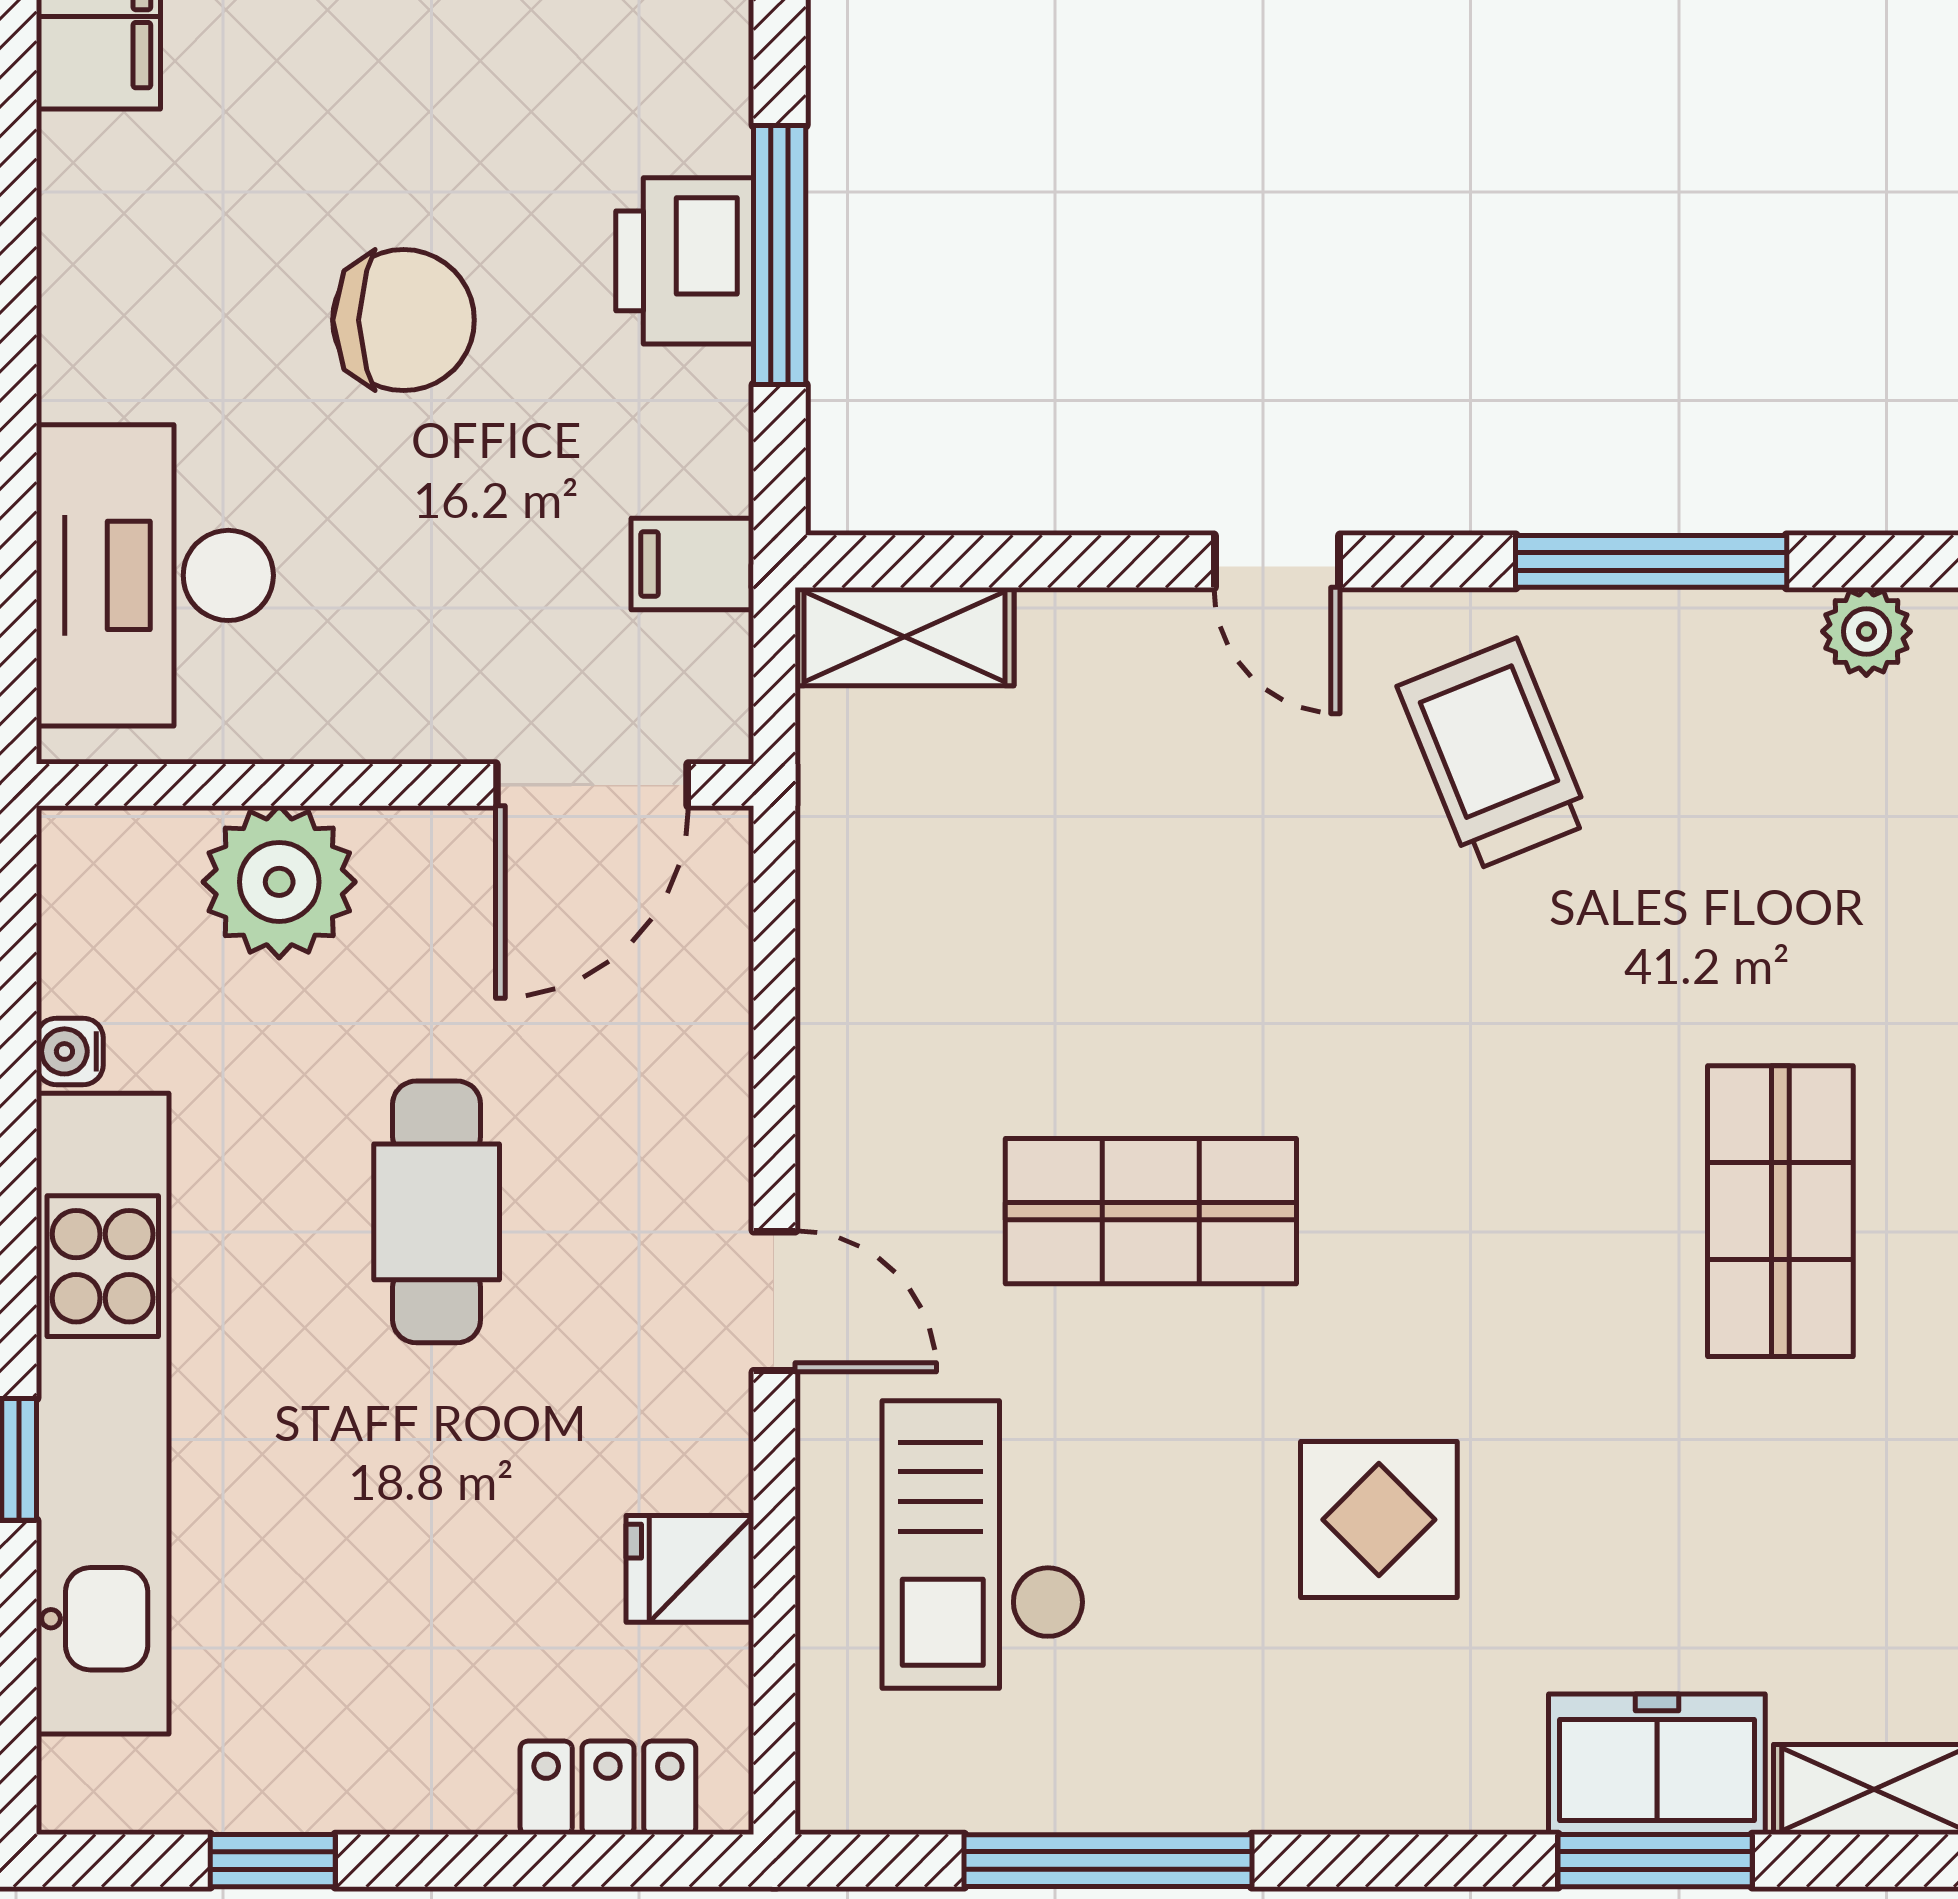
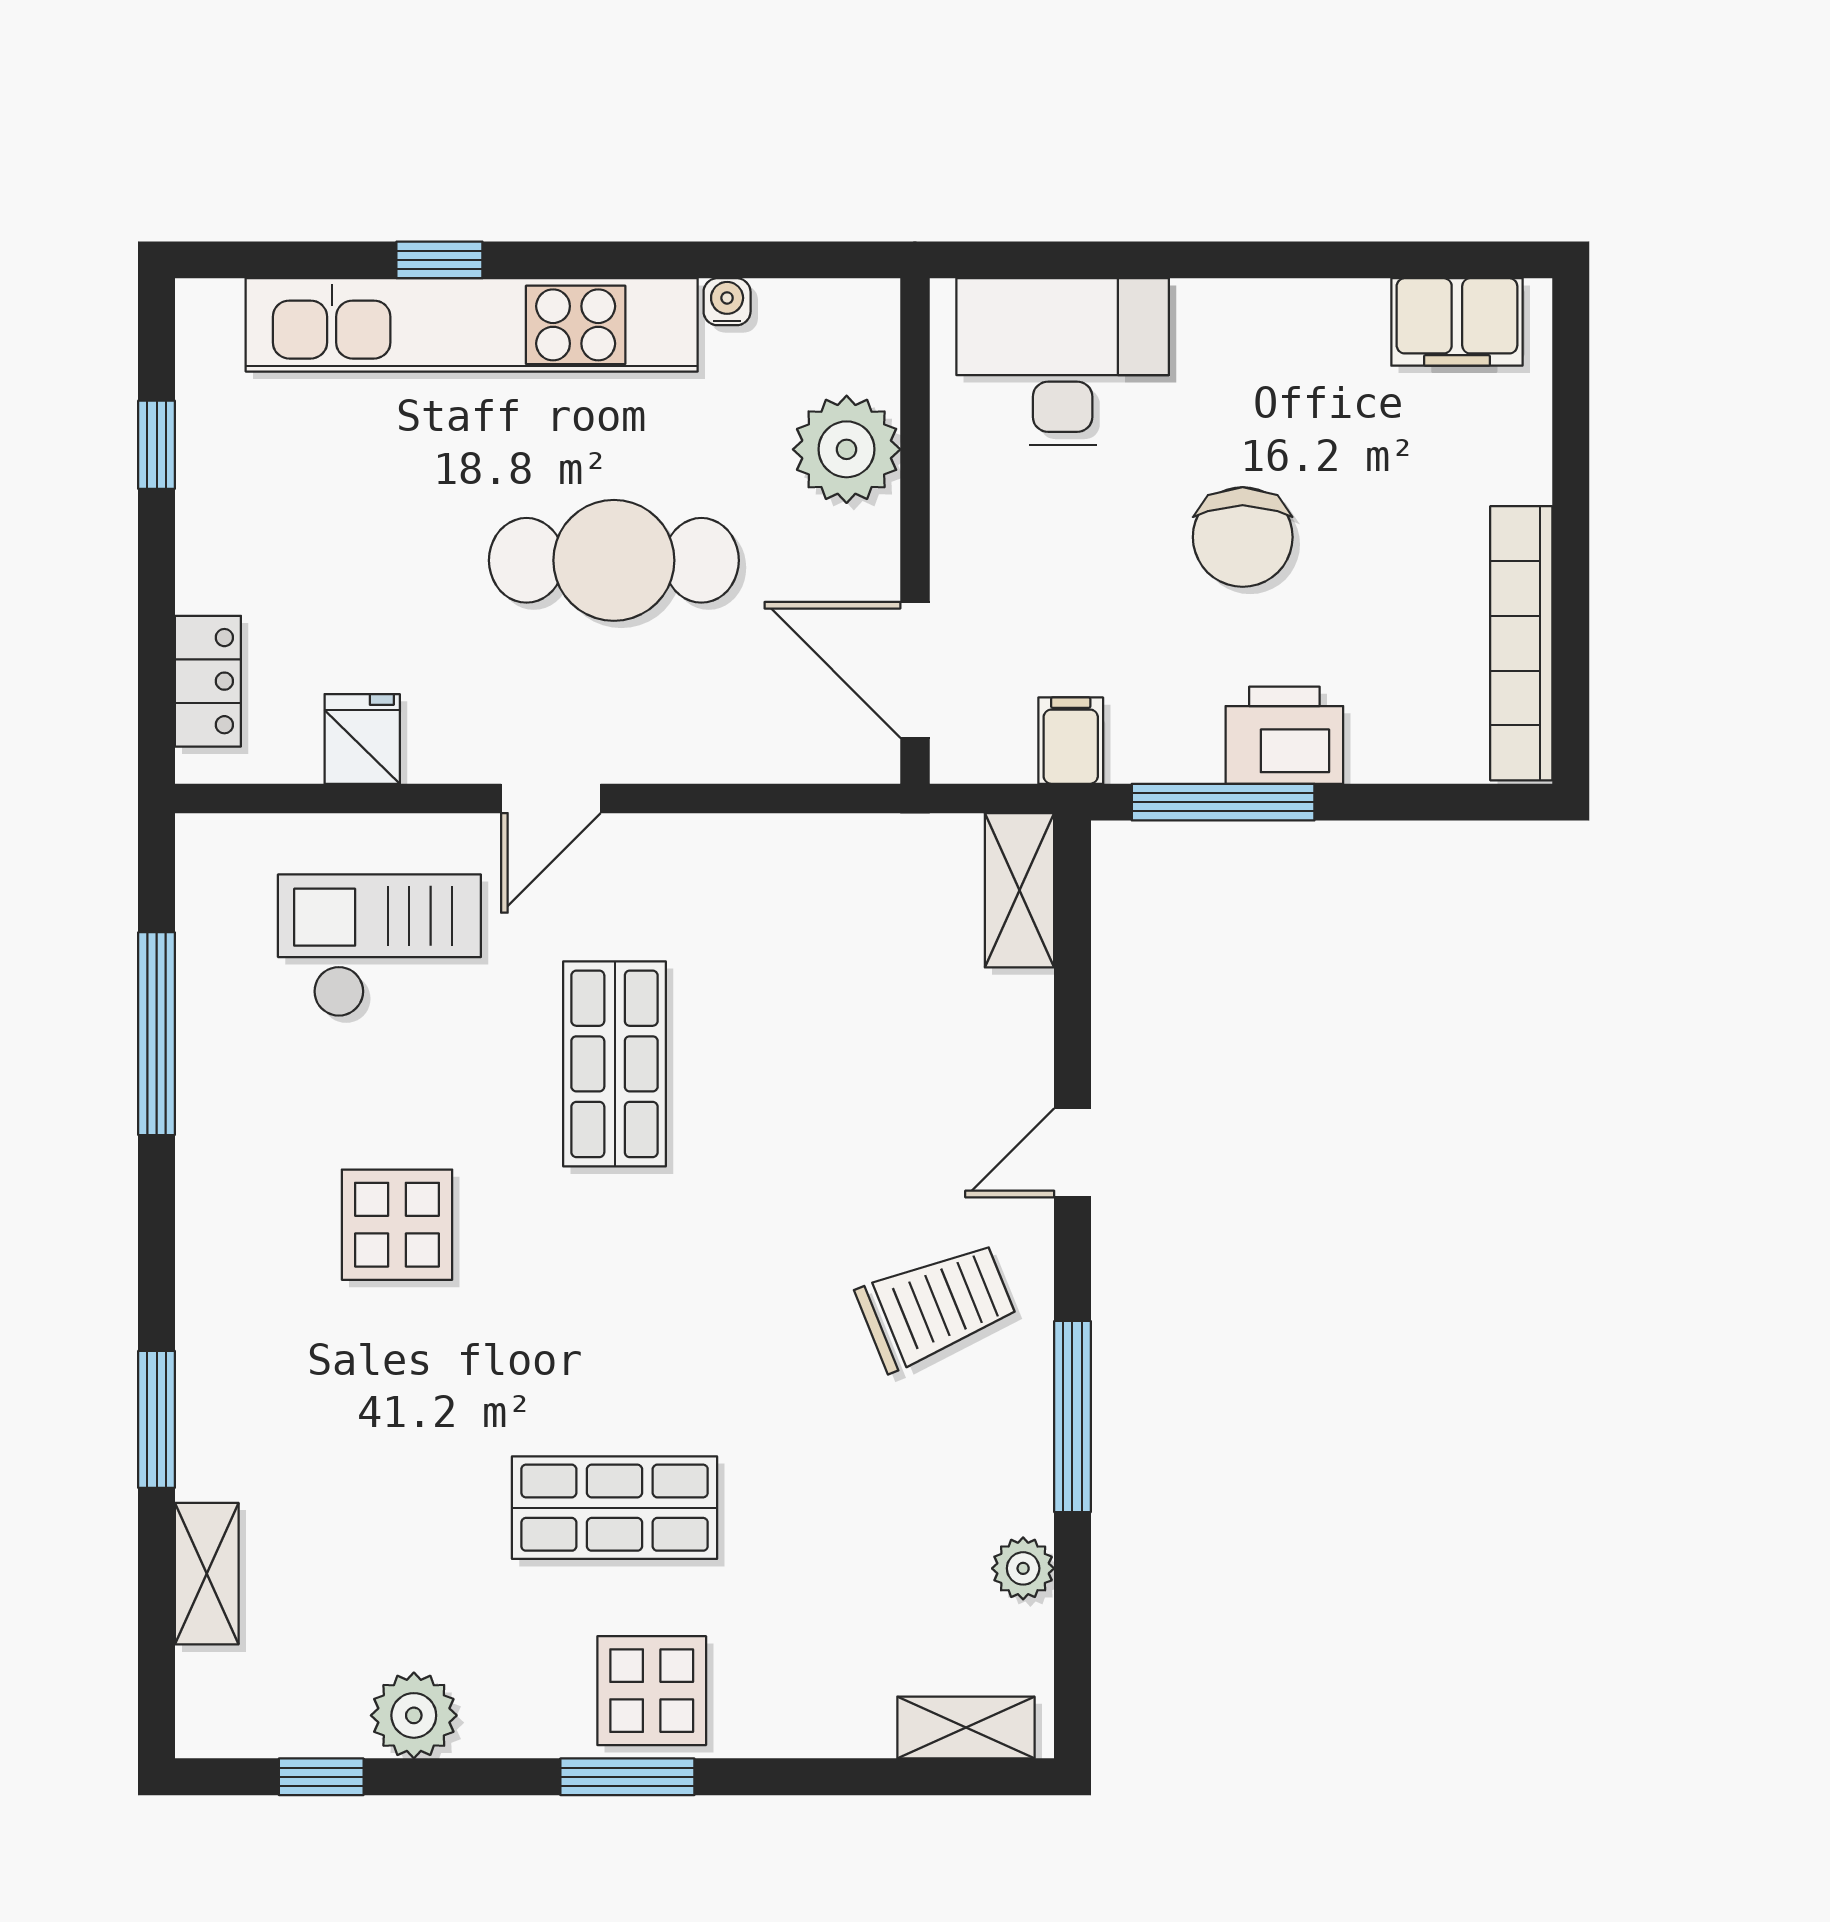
window: (780, 255) -> (1223, 802), moved
cafe table: (437, 1212) -> (614, 560), width x1.37, depth x1.35
freezer: (1657, 1764) -> (224, 1421), removed

